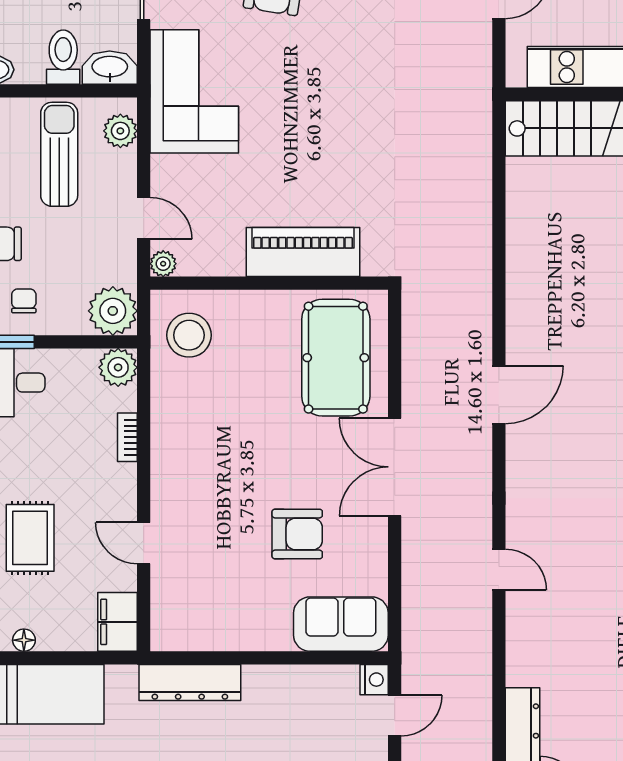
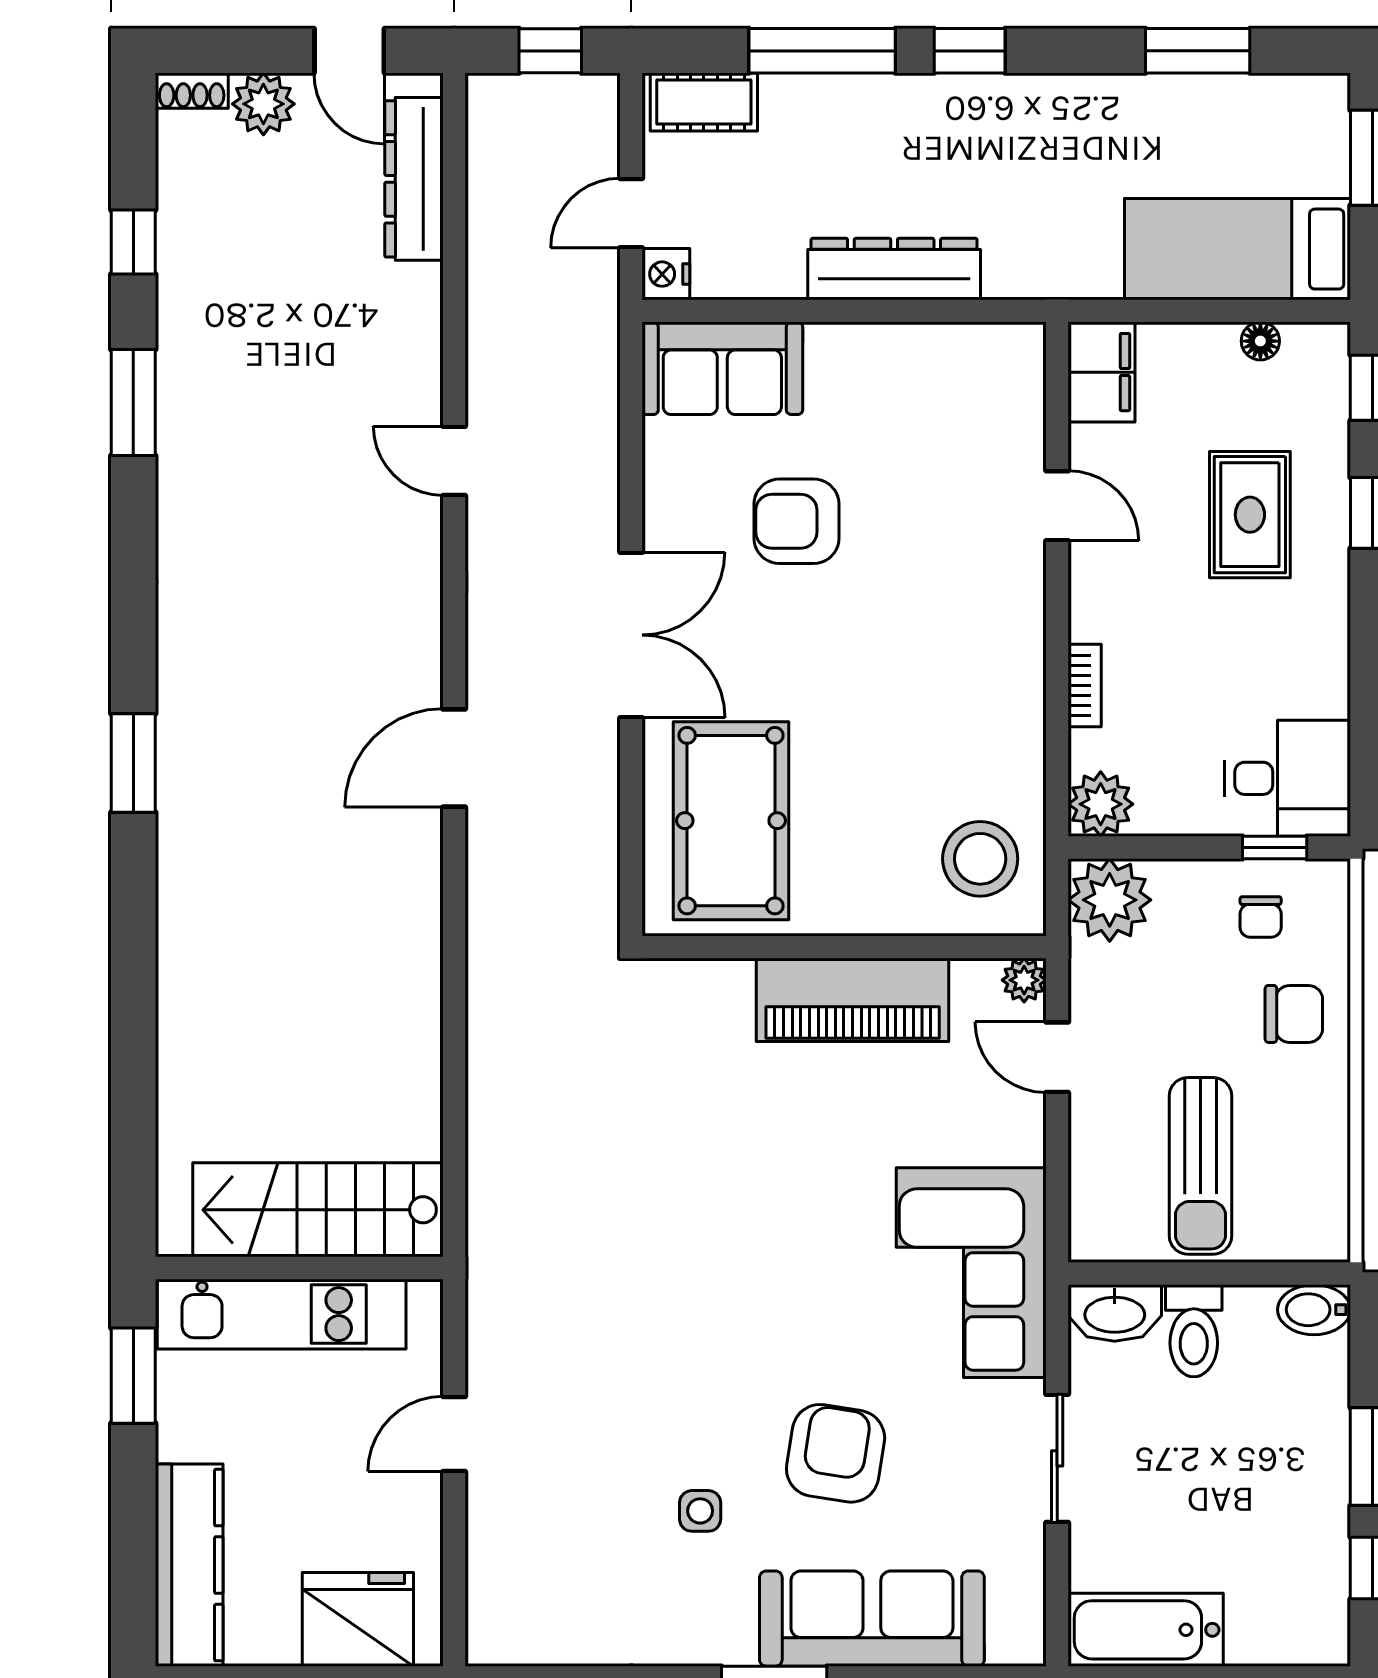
plant: (120, 131) -> (1097, 1206), removed
piano: (303, 252) -> (853, 1000), moved
dresser: (190, 683) -> (894, 269), moved

